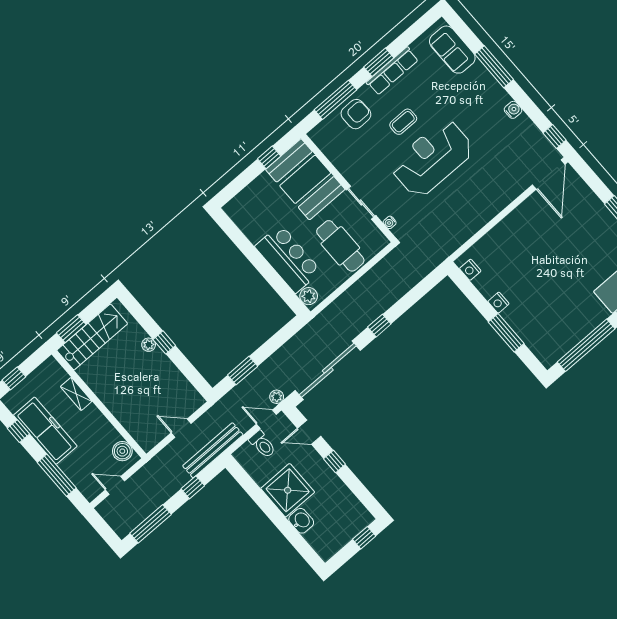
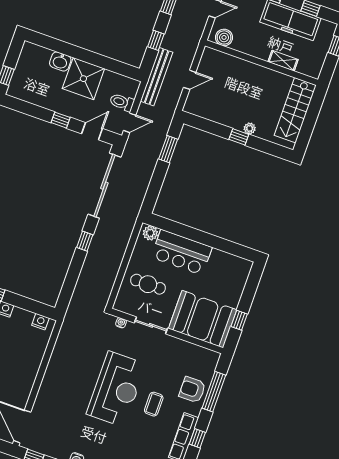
window: (379, 62) -> (197, 438), width x0.67
armchair: (356, 114) -> (192, 390), turned 91
cafe table: (340, 246) -> (148, 284), width x0.73, depth x0.74
window: (71, 329) -> (314, 108), removed
plant: (277, 397) -> (131, 144), removed

